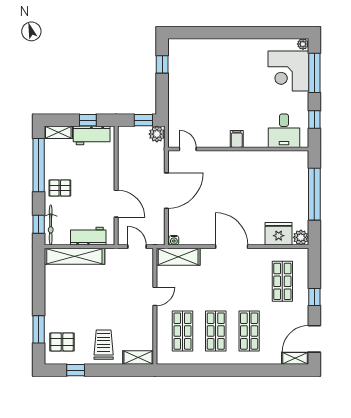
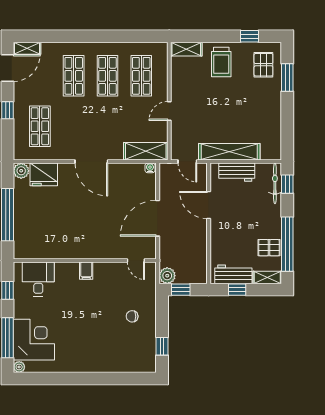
chair: (191, 94) -> (132, 316), added
pallet: (60, 188) -> (269, 248), moved
shelving: (74, 256) -> (229, 152), moved
pallet: (62, 342) -> (263, 65), turned 90

